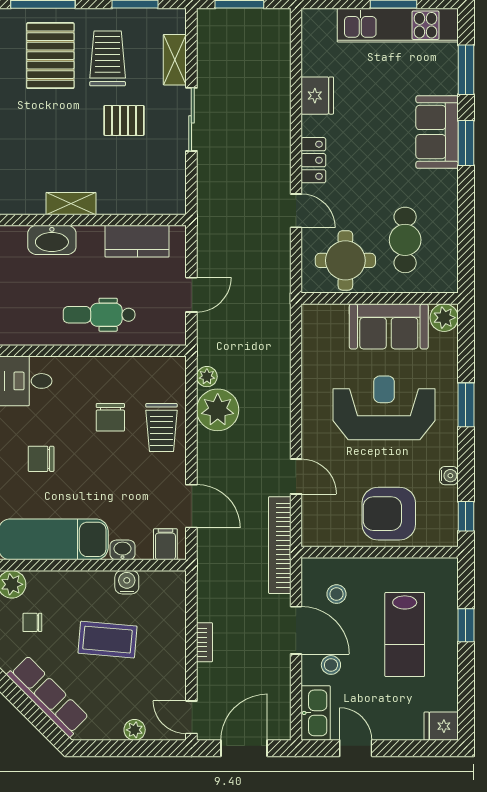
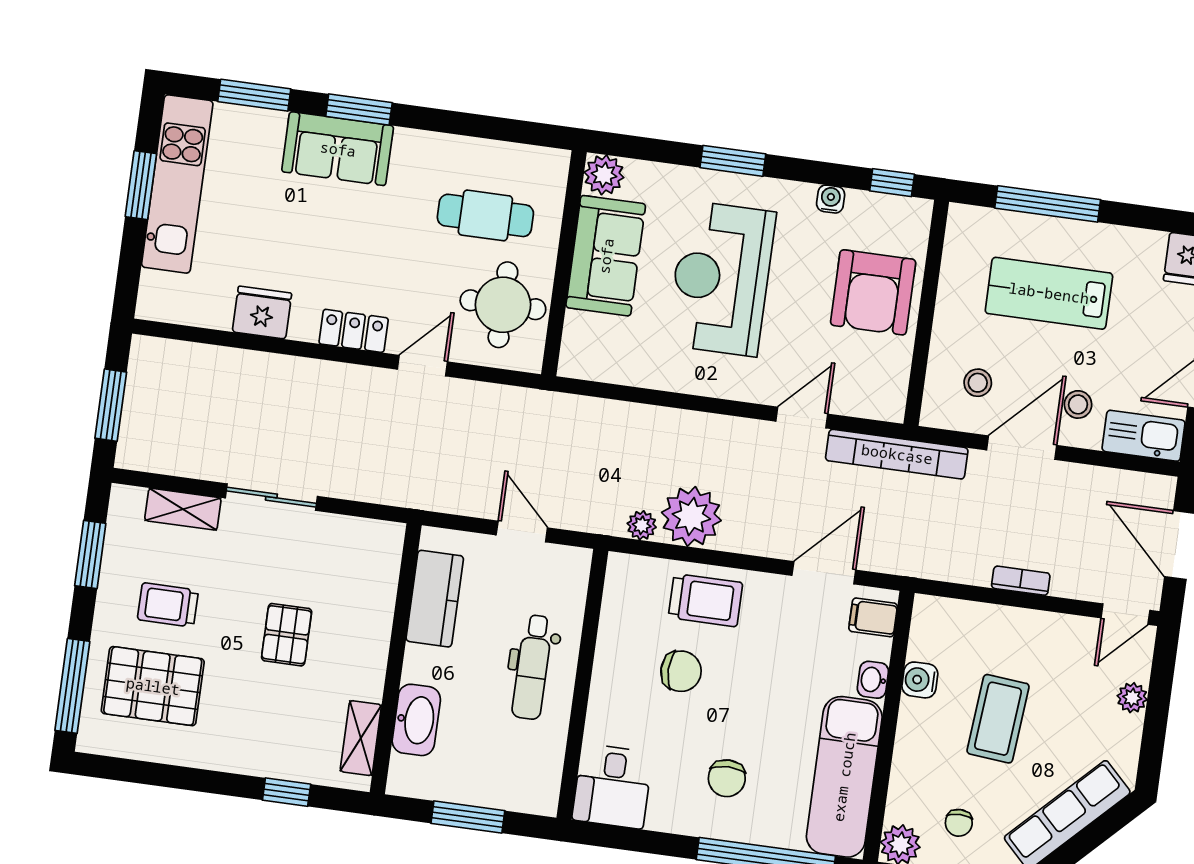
trolley: (108, 58) -> (168, 605), width x0.73, depth x0.72
pallet: (124, 120) -> (287, 635), moved
shelving: (71, 204) -> (361, 738), moved
window: (466, 625) -> (1048, 204), width x2.17
lab bench: (405, 635) -> (1049, 293), turned 180

